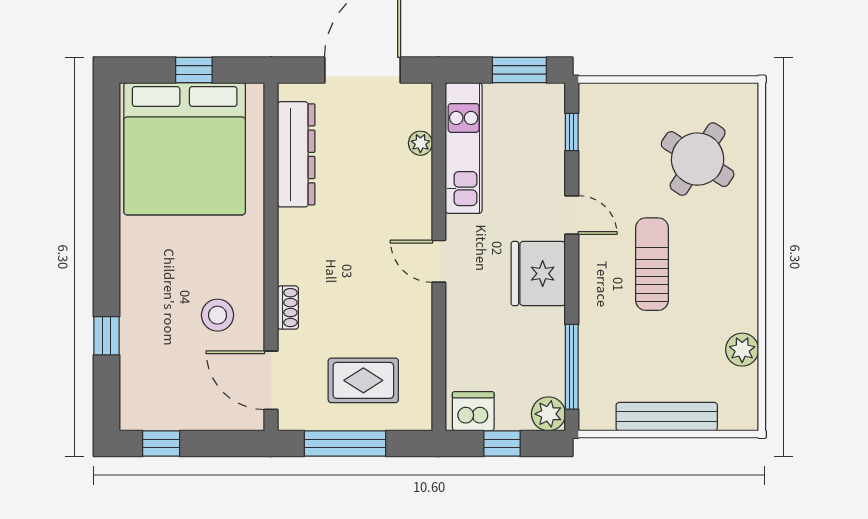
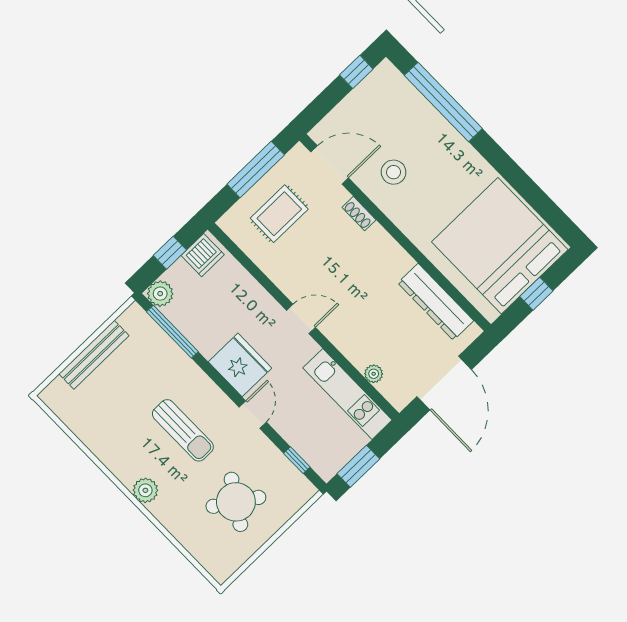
round table: (698, 159) -> (236, 502), moved
door: (572, 215) -> (253, 415), swing flipped
window: (106, 336) -> (443, 102), width x3.17
plant: (742, 350) -> (145, 490), moved

